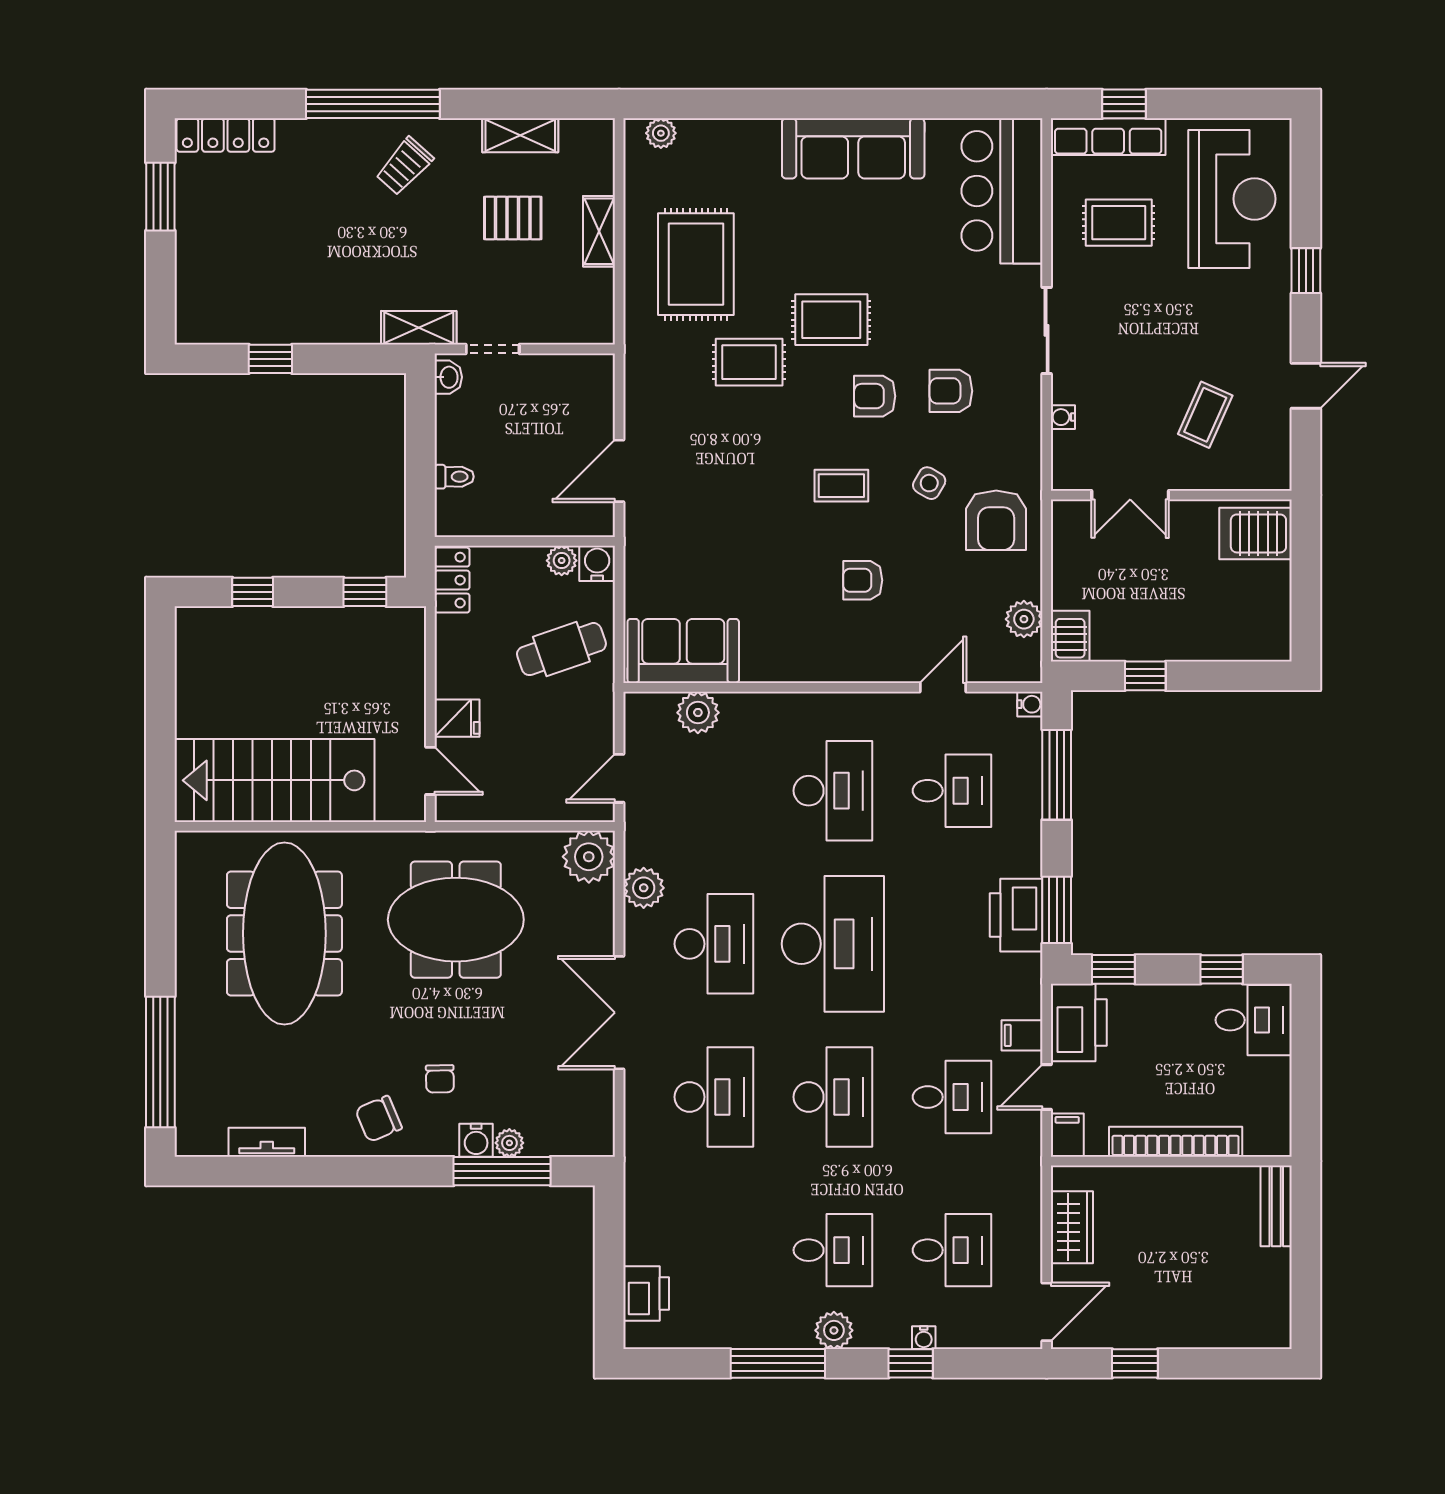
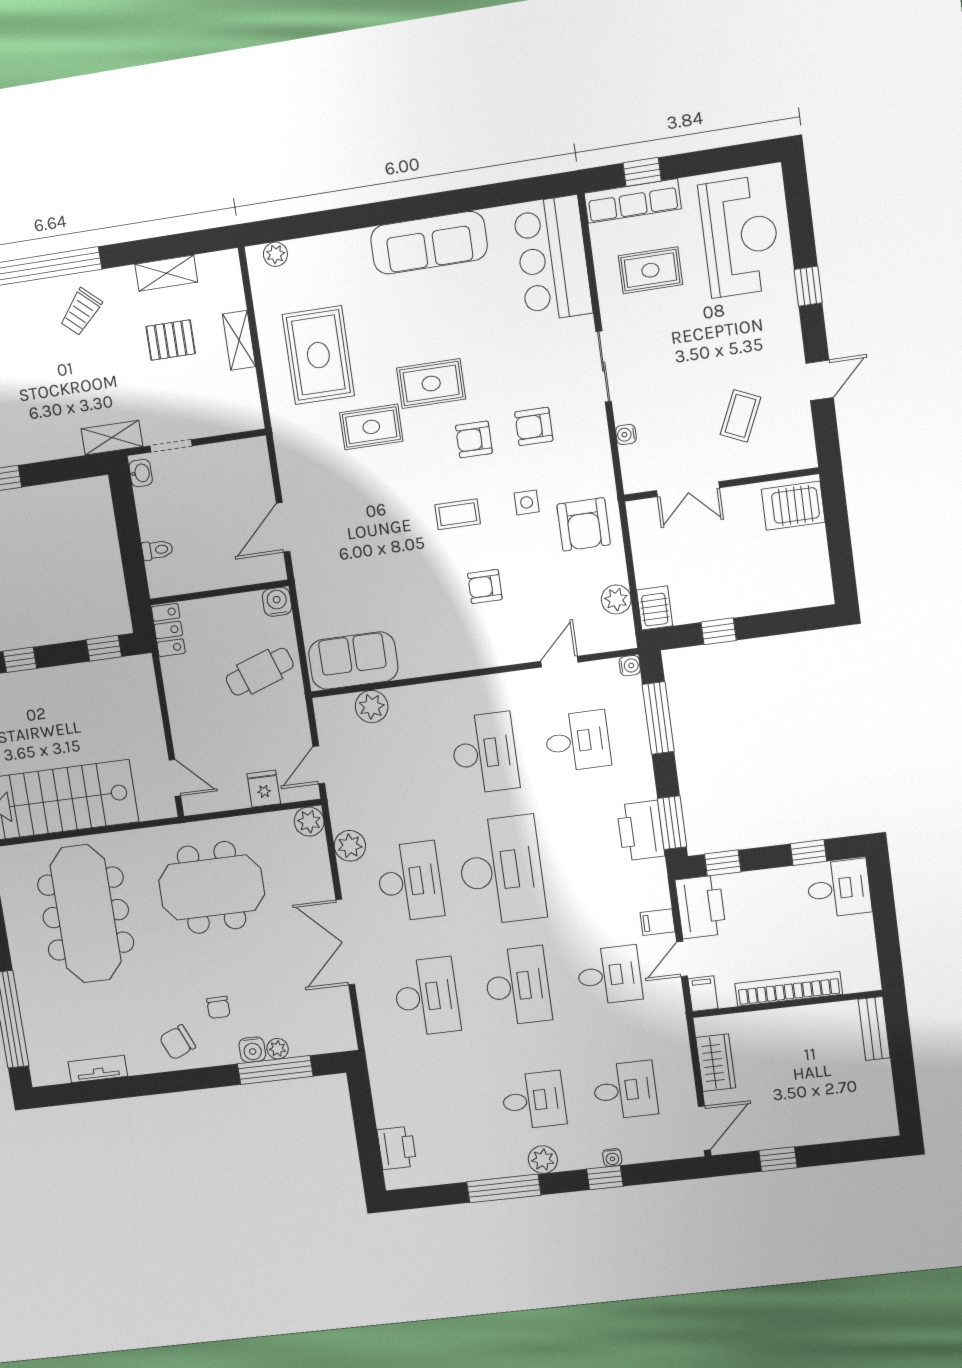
side table: (929, 483) -> (527, 502), turned -30
plant: (562, 561) -> (249, 603), removed
fridge: (457, 718) -> (264, 789), moved, turned -90
plant: (589, 857) -> (309, 822), width x0.73, depth x0.73

